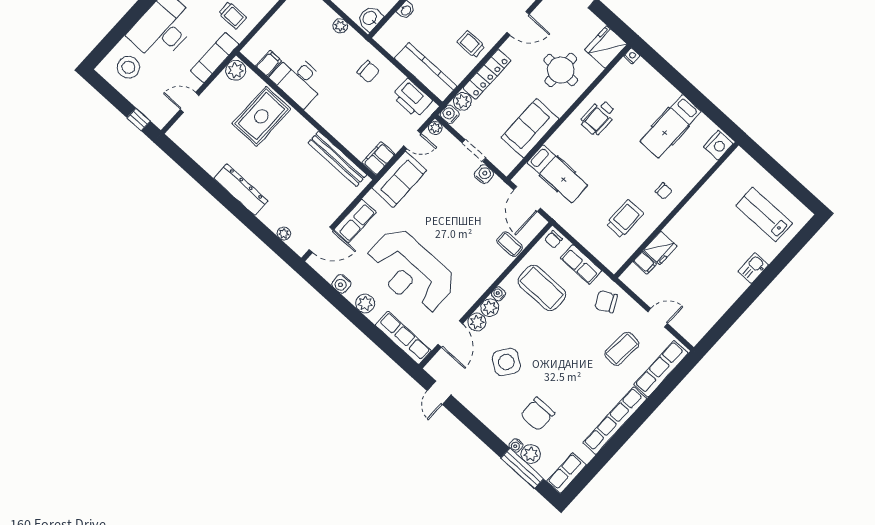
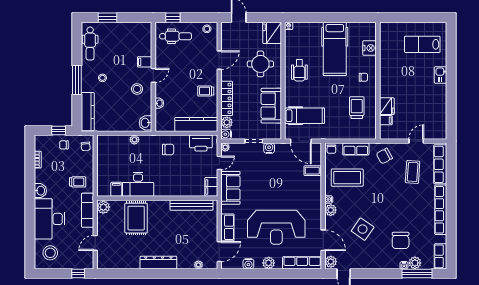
hospital bed: (670, 126) -> (335, 49), width x1.37, depth x1.29
nightstand: (718, 145) -> (370, 48), moved
plant: (477, 322) -> (331, 262), moved

